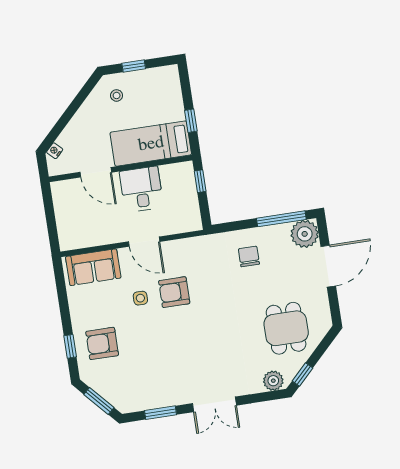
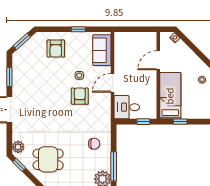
desk: (141, 189) -> (127, 107), moved, turned 180
armchair: (102, 343) -> (56, 49), turned 180
window: (70, 346) -> (78, 29), moved

